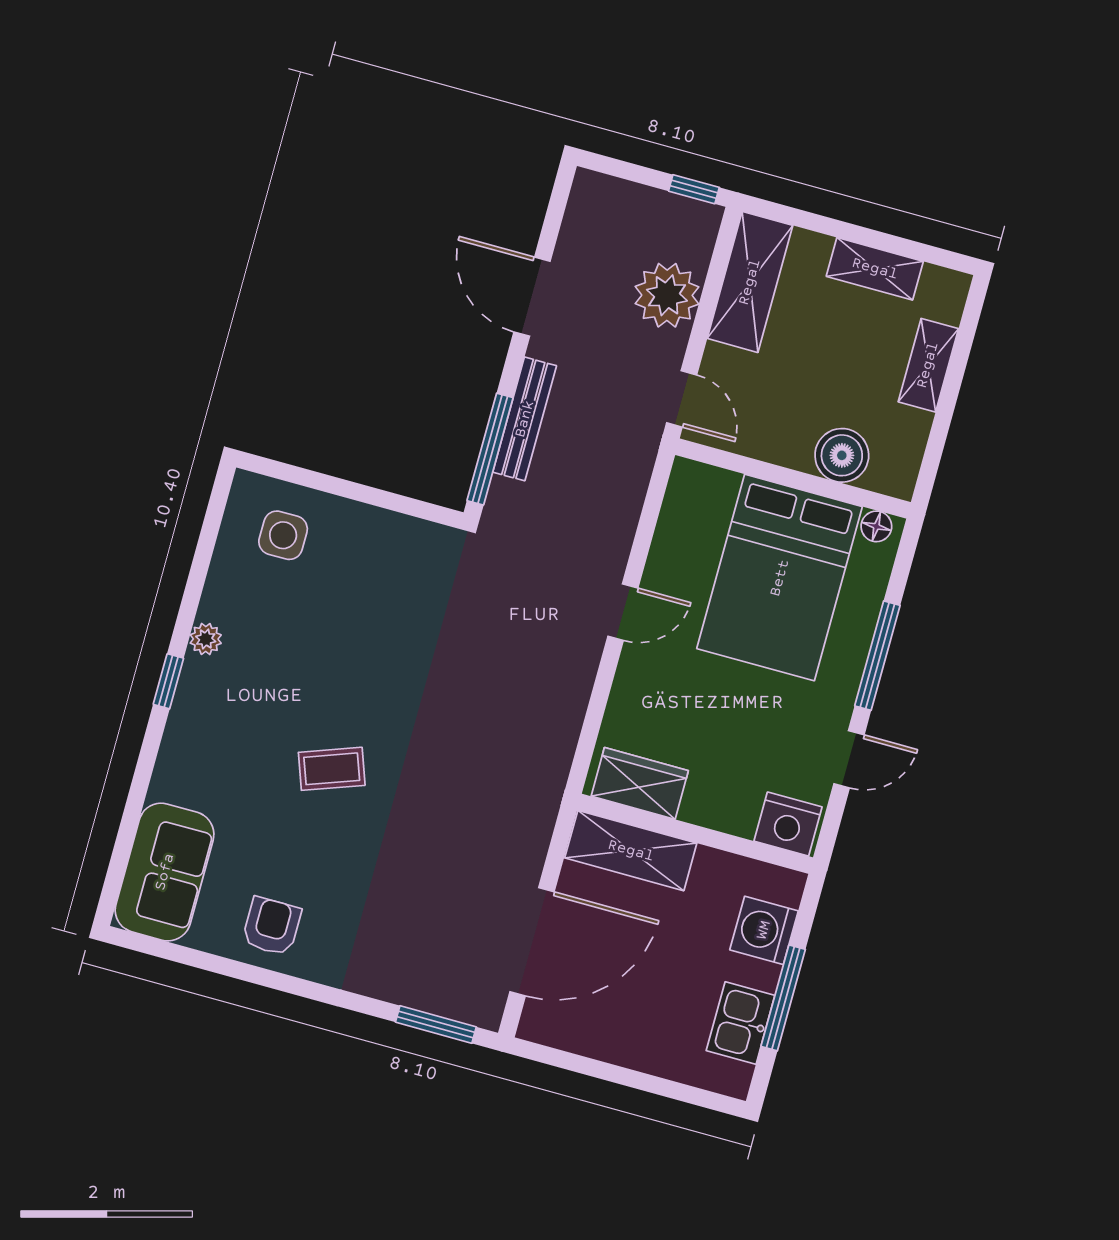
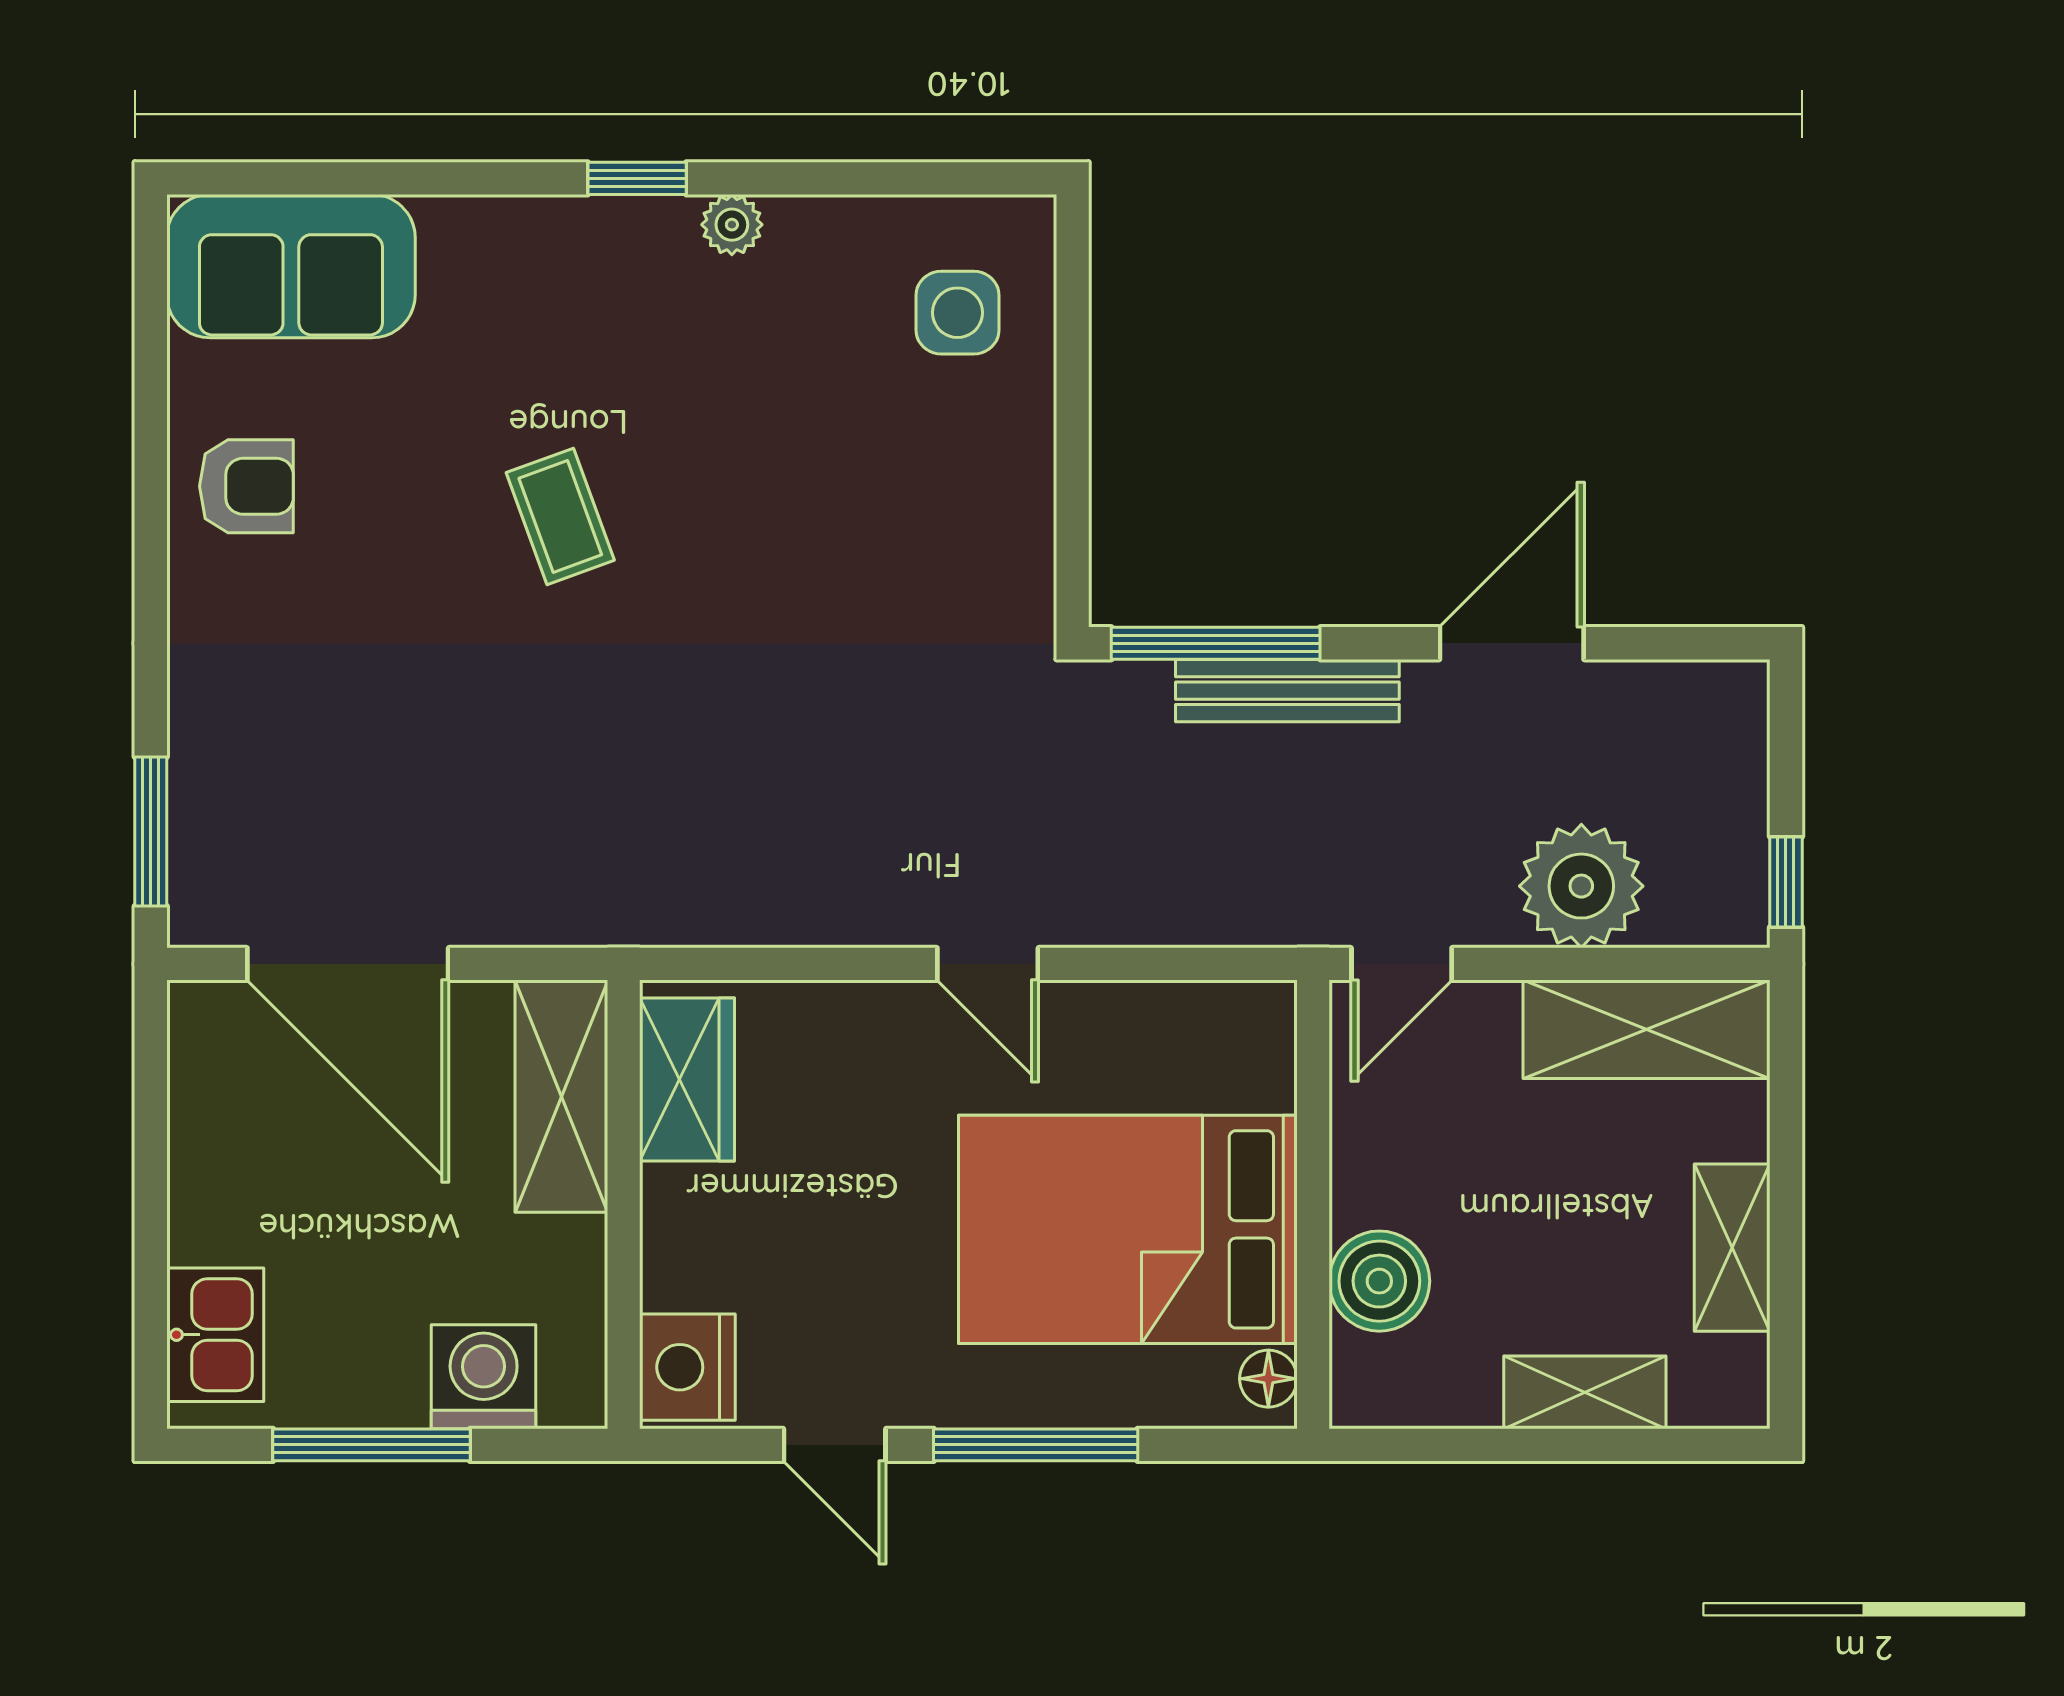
kitchen sink: (741, 1023) -> (215, 1335), moved, turned 90

